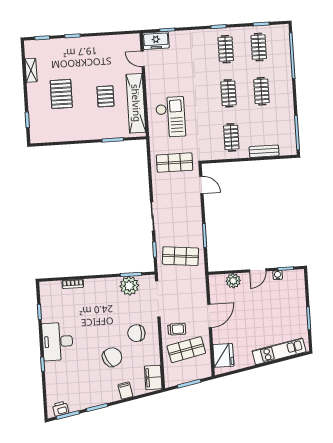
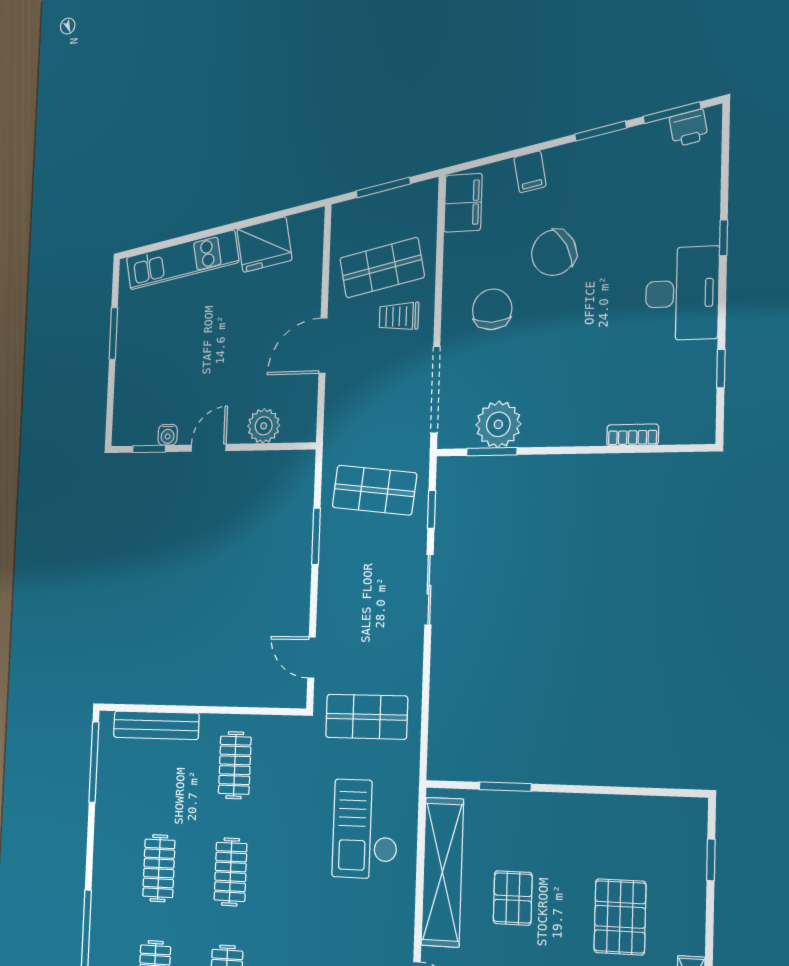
bench: (264, 151) -> (156, 725), width x1.36
chair: (136, 333) -> (492, 309), turned -91
fridge: (223, 355) -> (264, 245), moved, turned -101

